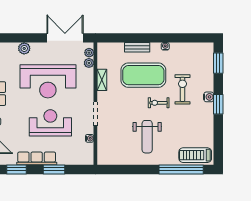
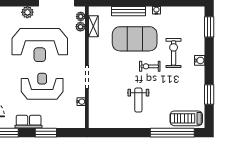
bench: (137, 47) -> (128, 11), width x1.36
plant: (24, 48) -> (27, 12), moved
shelving: (102, 80) -> (93, 26), moved
window: (218, 104) -> (209, 94), moved
weight bench: (147, 137) -> (138, 100), width x0.73, depth x0.75
row of seats: (37, 158) -> (29, 122), width x0.68

